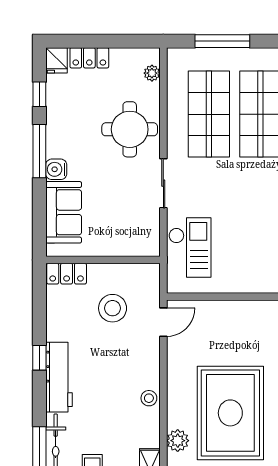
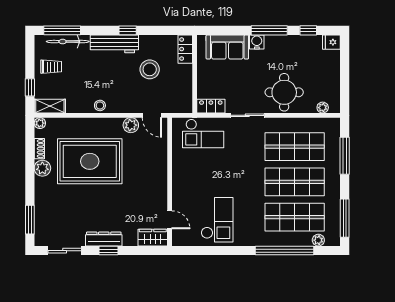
locker: (89, 58) -> (211, 106), moved, turned 90
stool: (113, 308) -> (150, 69), moved
plant: (178, 441) -> (131, 125), moved

